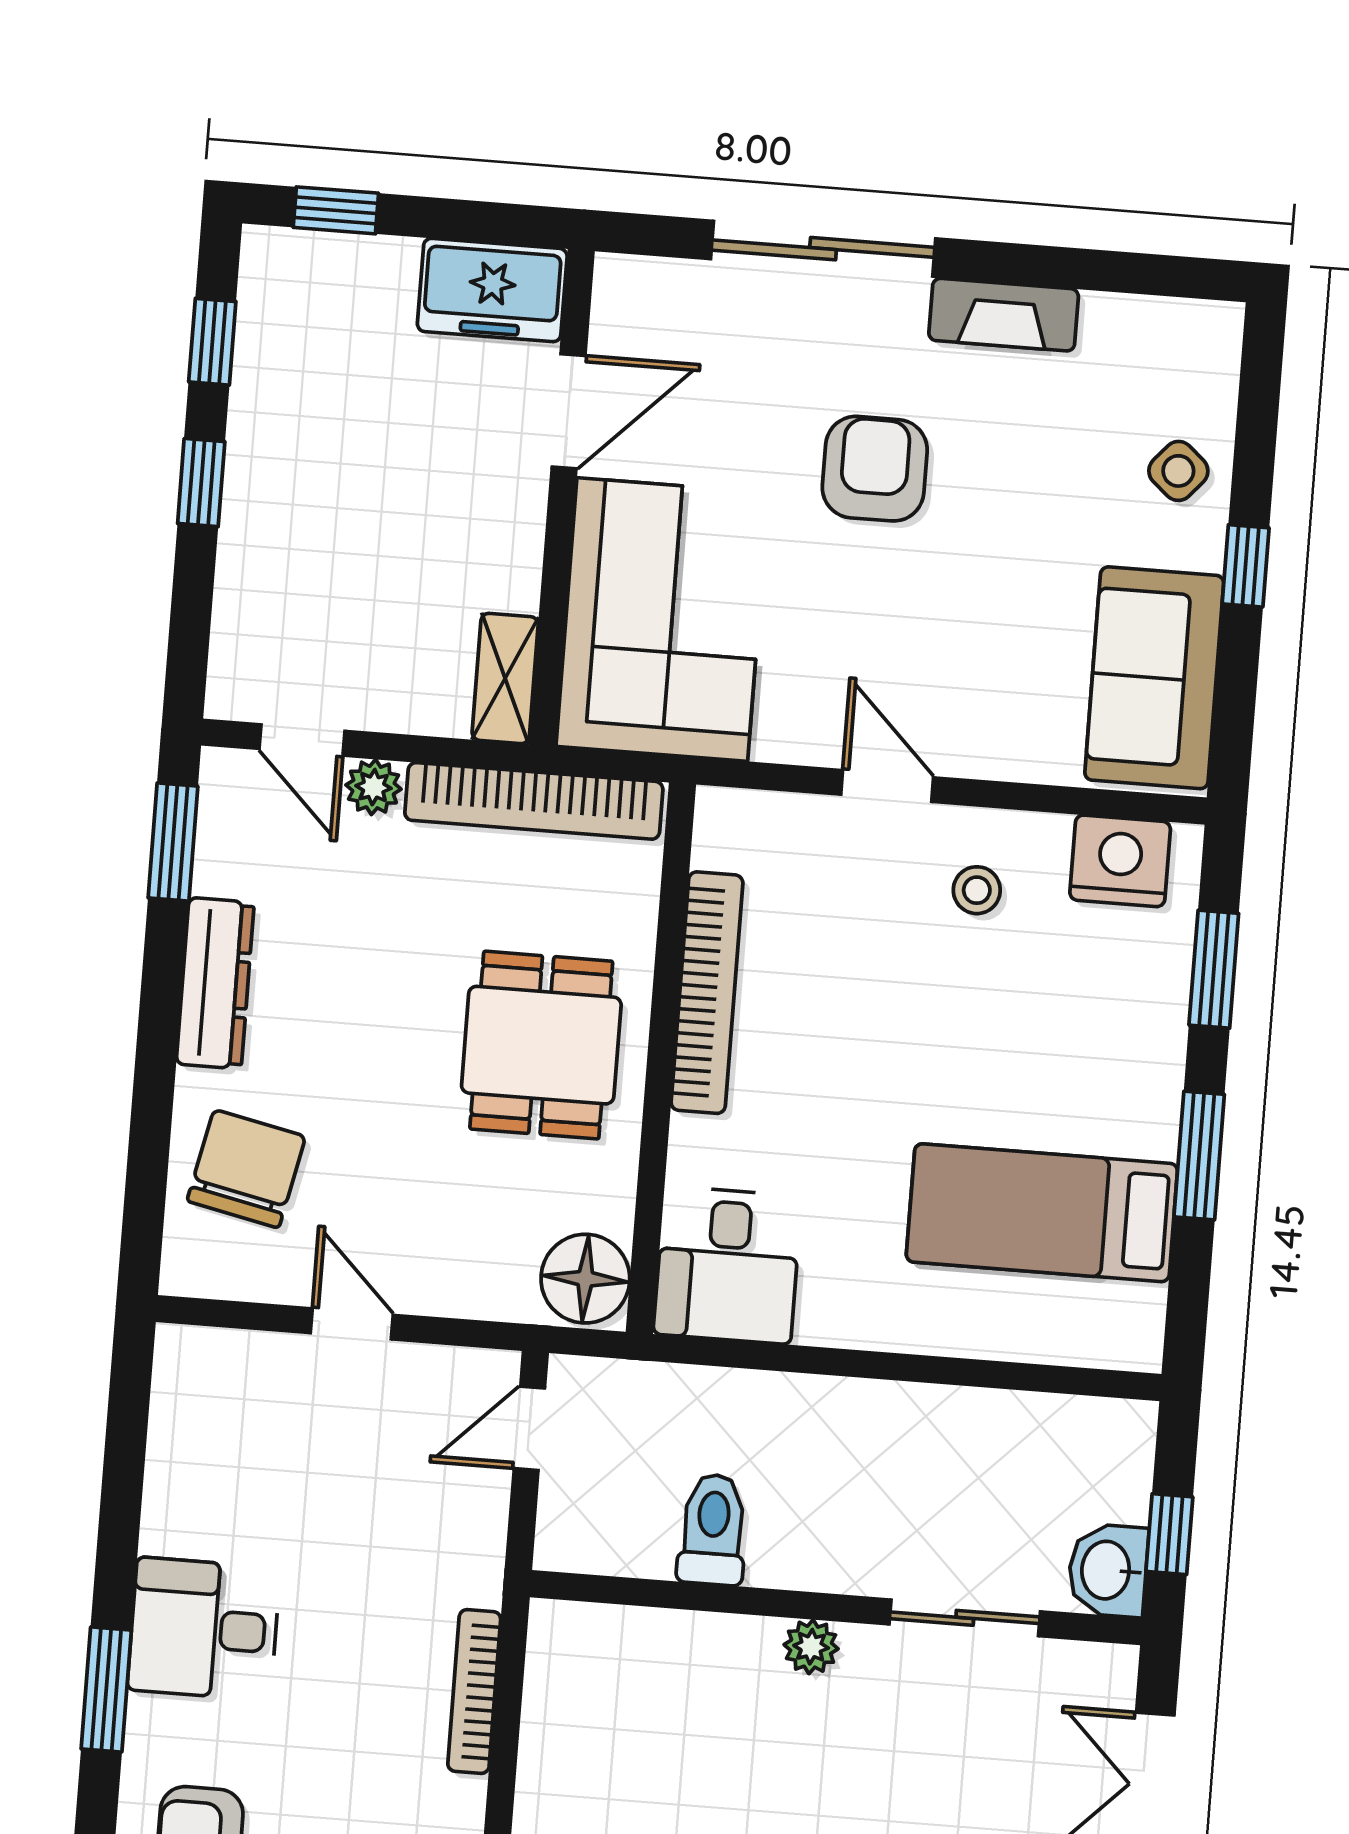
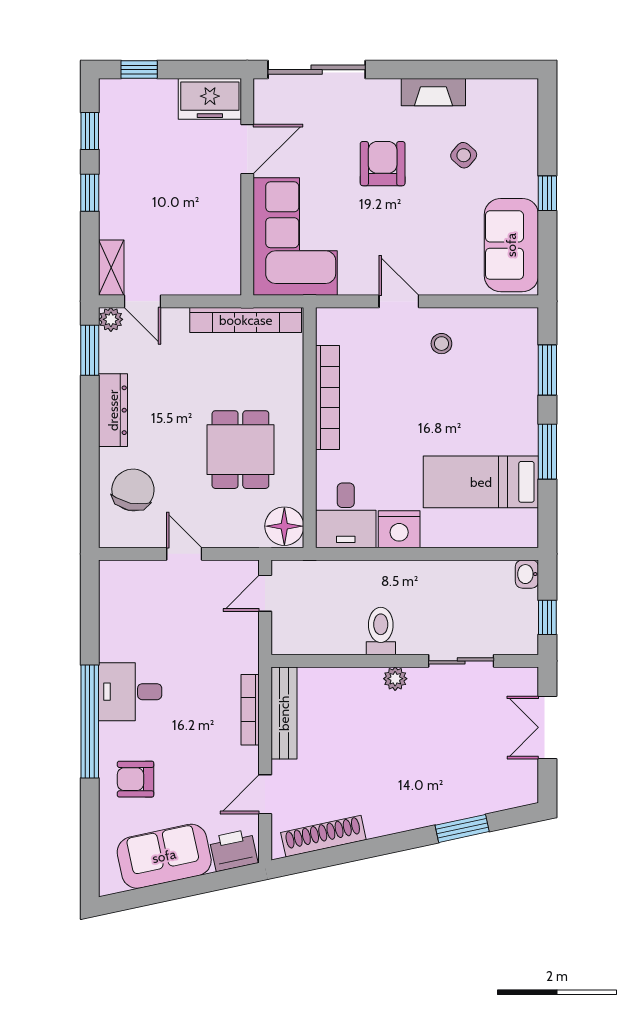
sliding door: (823, 249) -> (317, 70), moved
side table: (1178, 471) -> (464, 155), moved
shelving: (505, 678) -> (111, 268), moved
plant: (374, 787) -> (111, 319), moved
nightstand: (1120, 861) -> (399, 529), moved, turned 180
dining table: (541, 1045) -> (240, 450), moved
toilet: (713, 1530) -> (381, 631), moved
washbasin: (1108, 1570) -> (527, 574), moved, width x0.72, depth x0.69
window: (106, 1690) -> (90, 721), width x2.11
bench: (551, 1705) -> (284, 713), added

